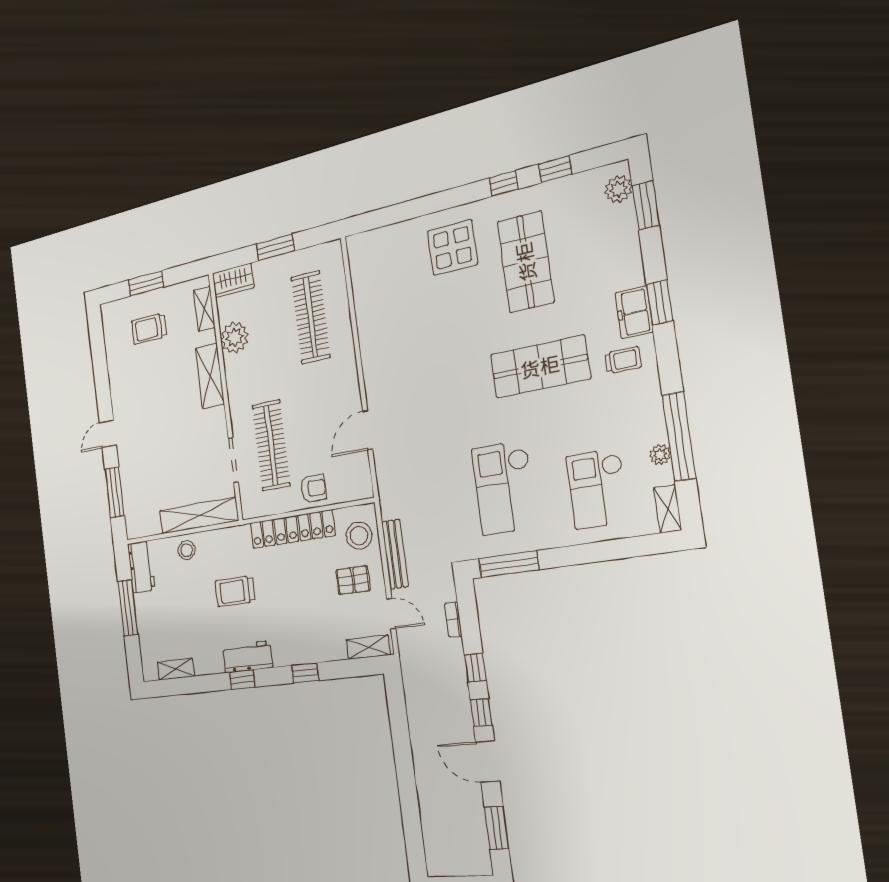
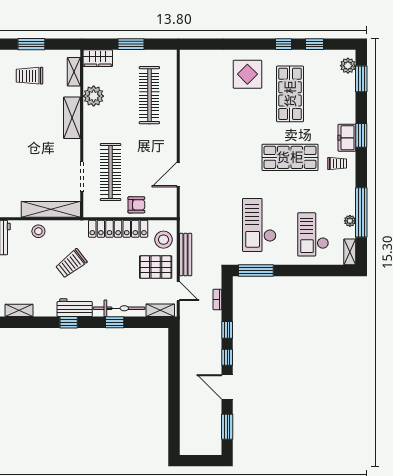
pallet: (353, 580) -> (156, 267), width x1.50, depth x1.42
trolley: (235, 591) -> (71, 264), turned -38
bicycle: (309, 651) -> (119, 308), added

